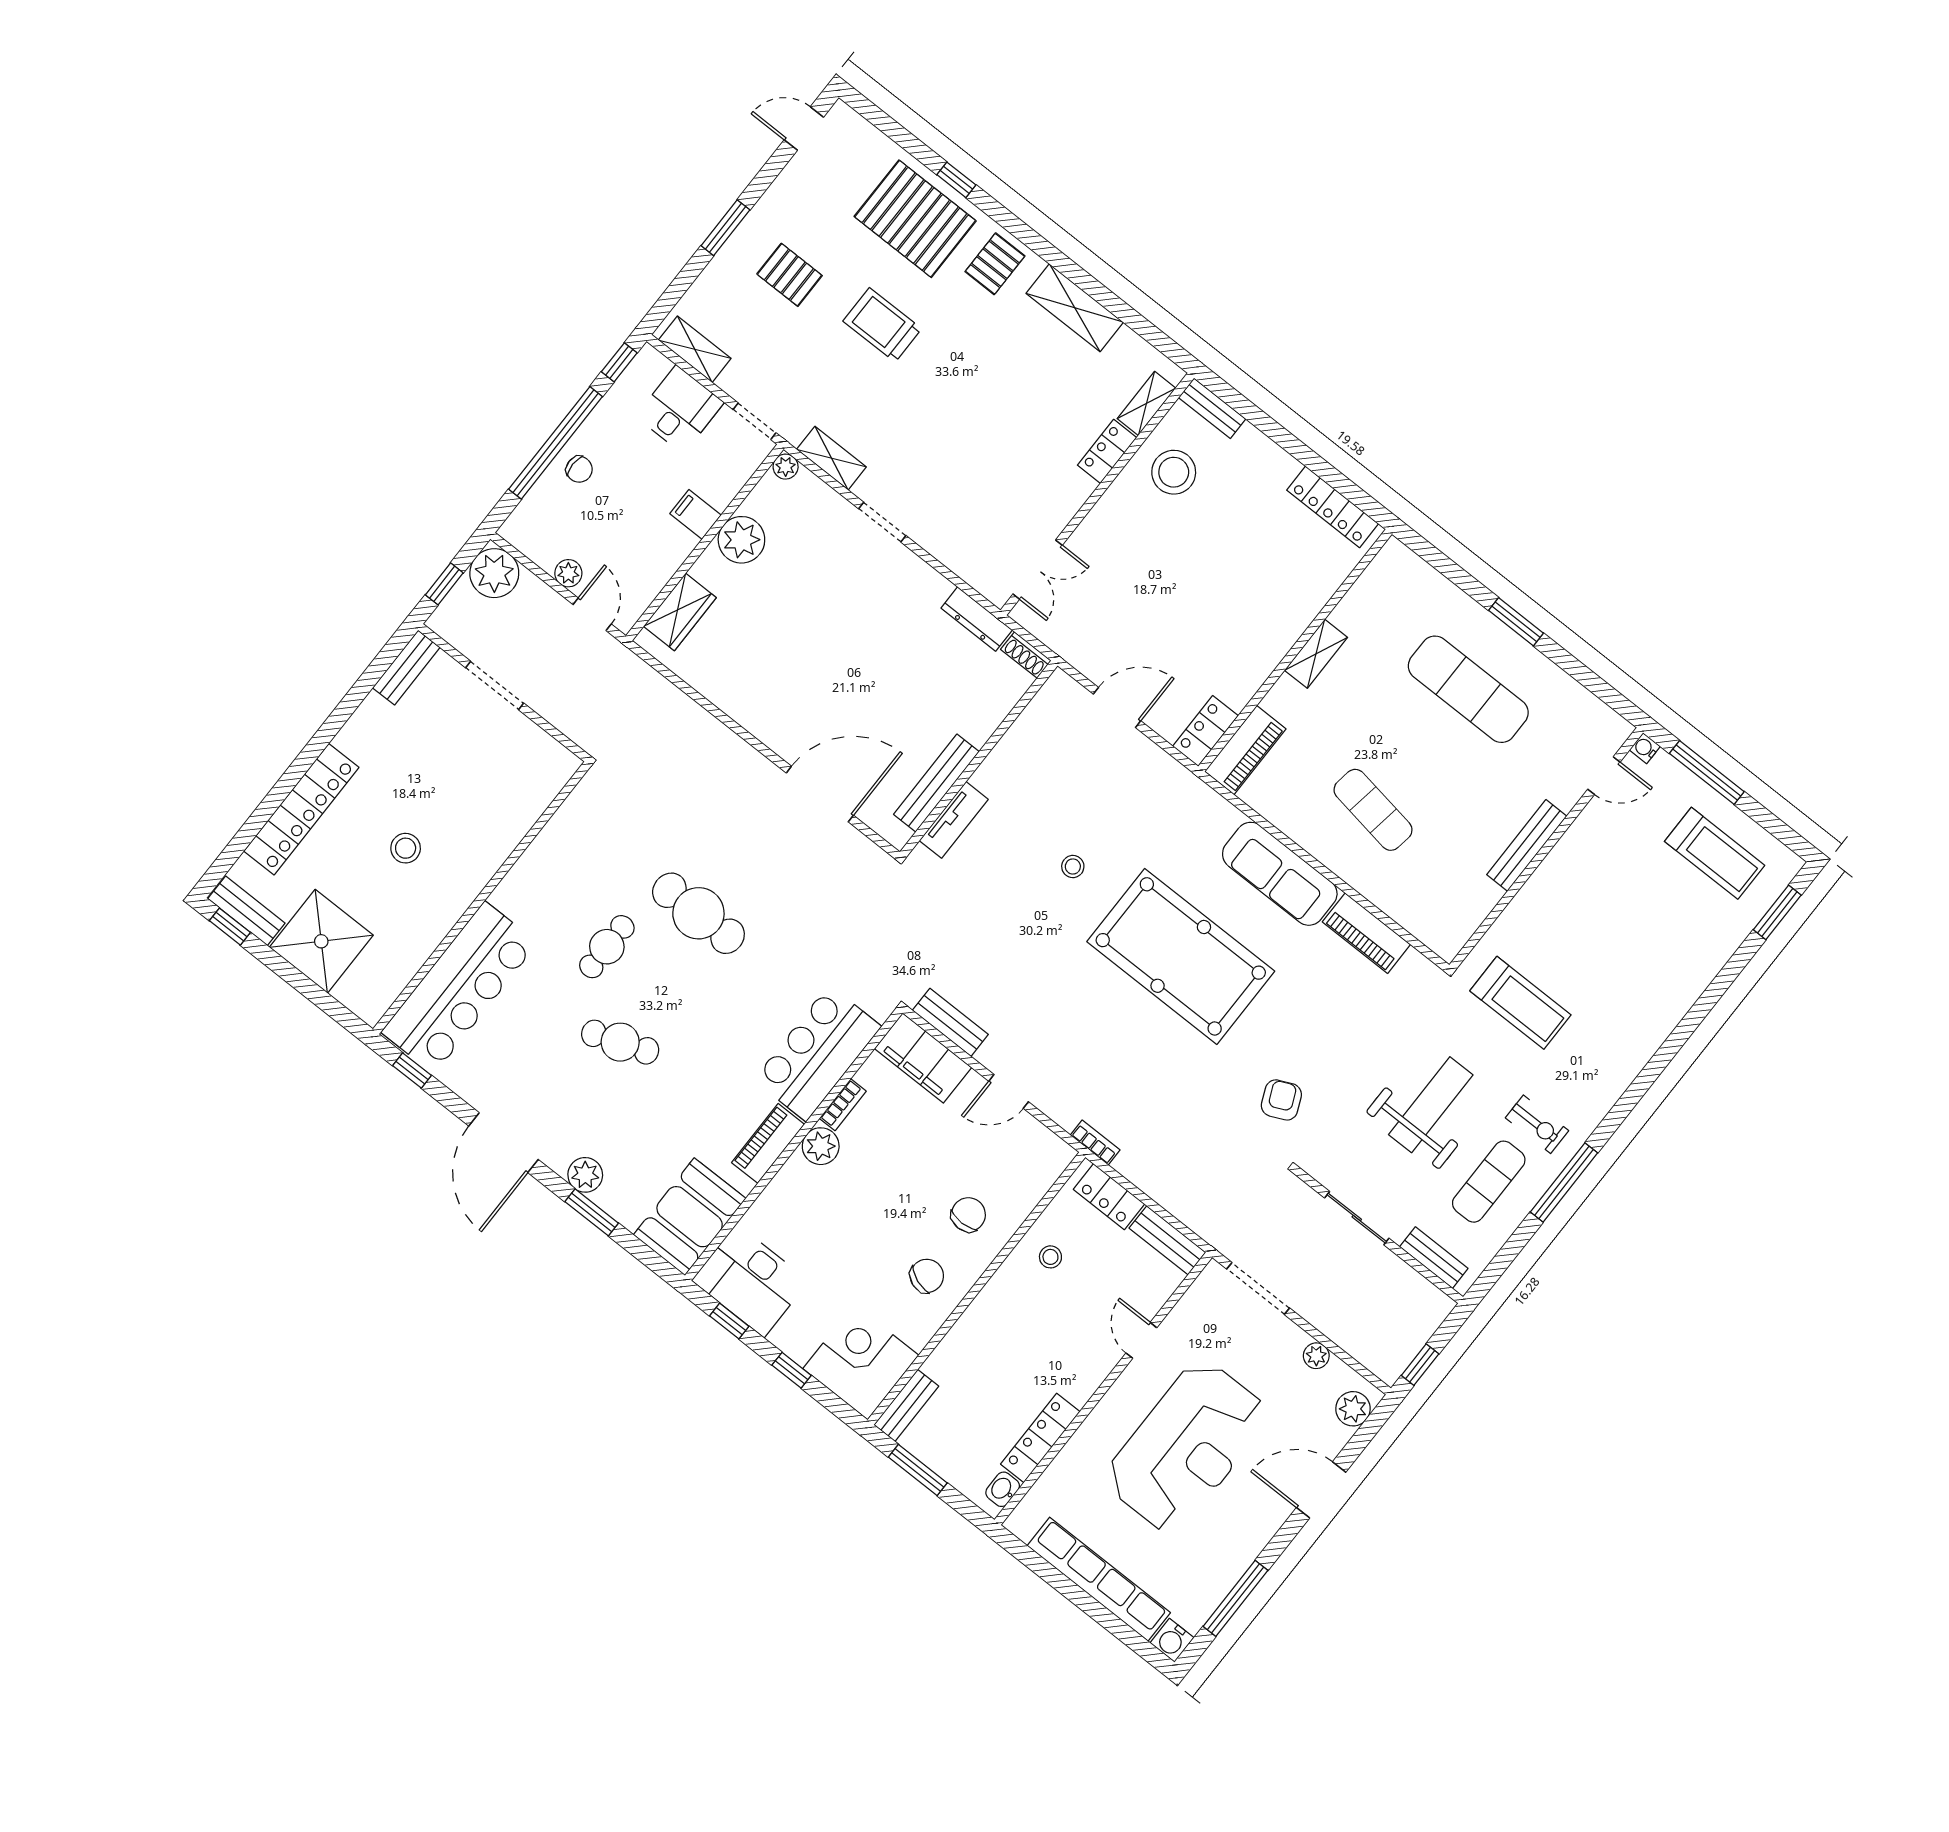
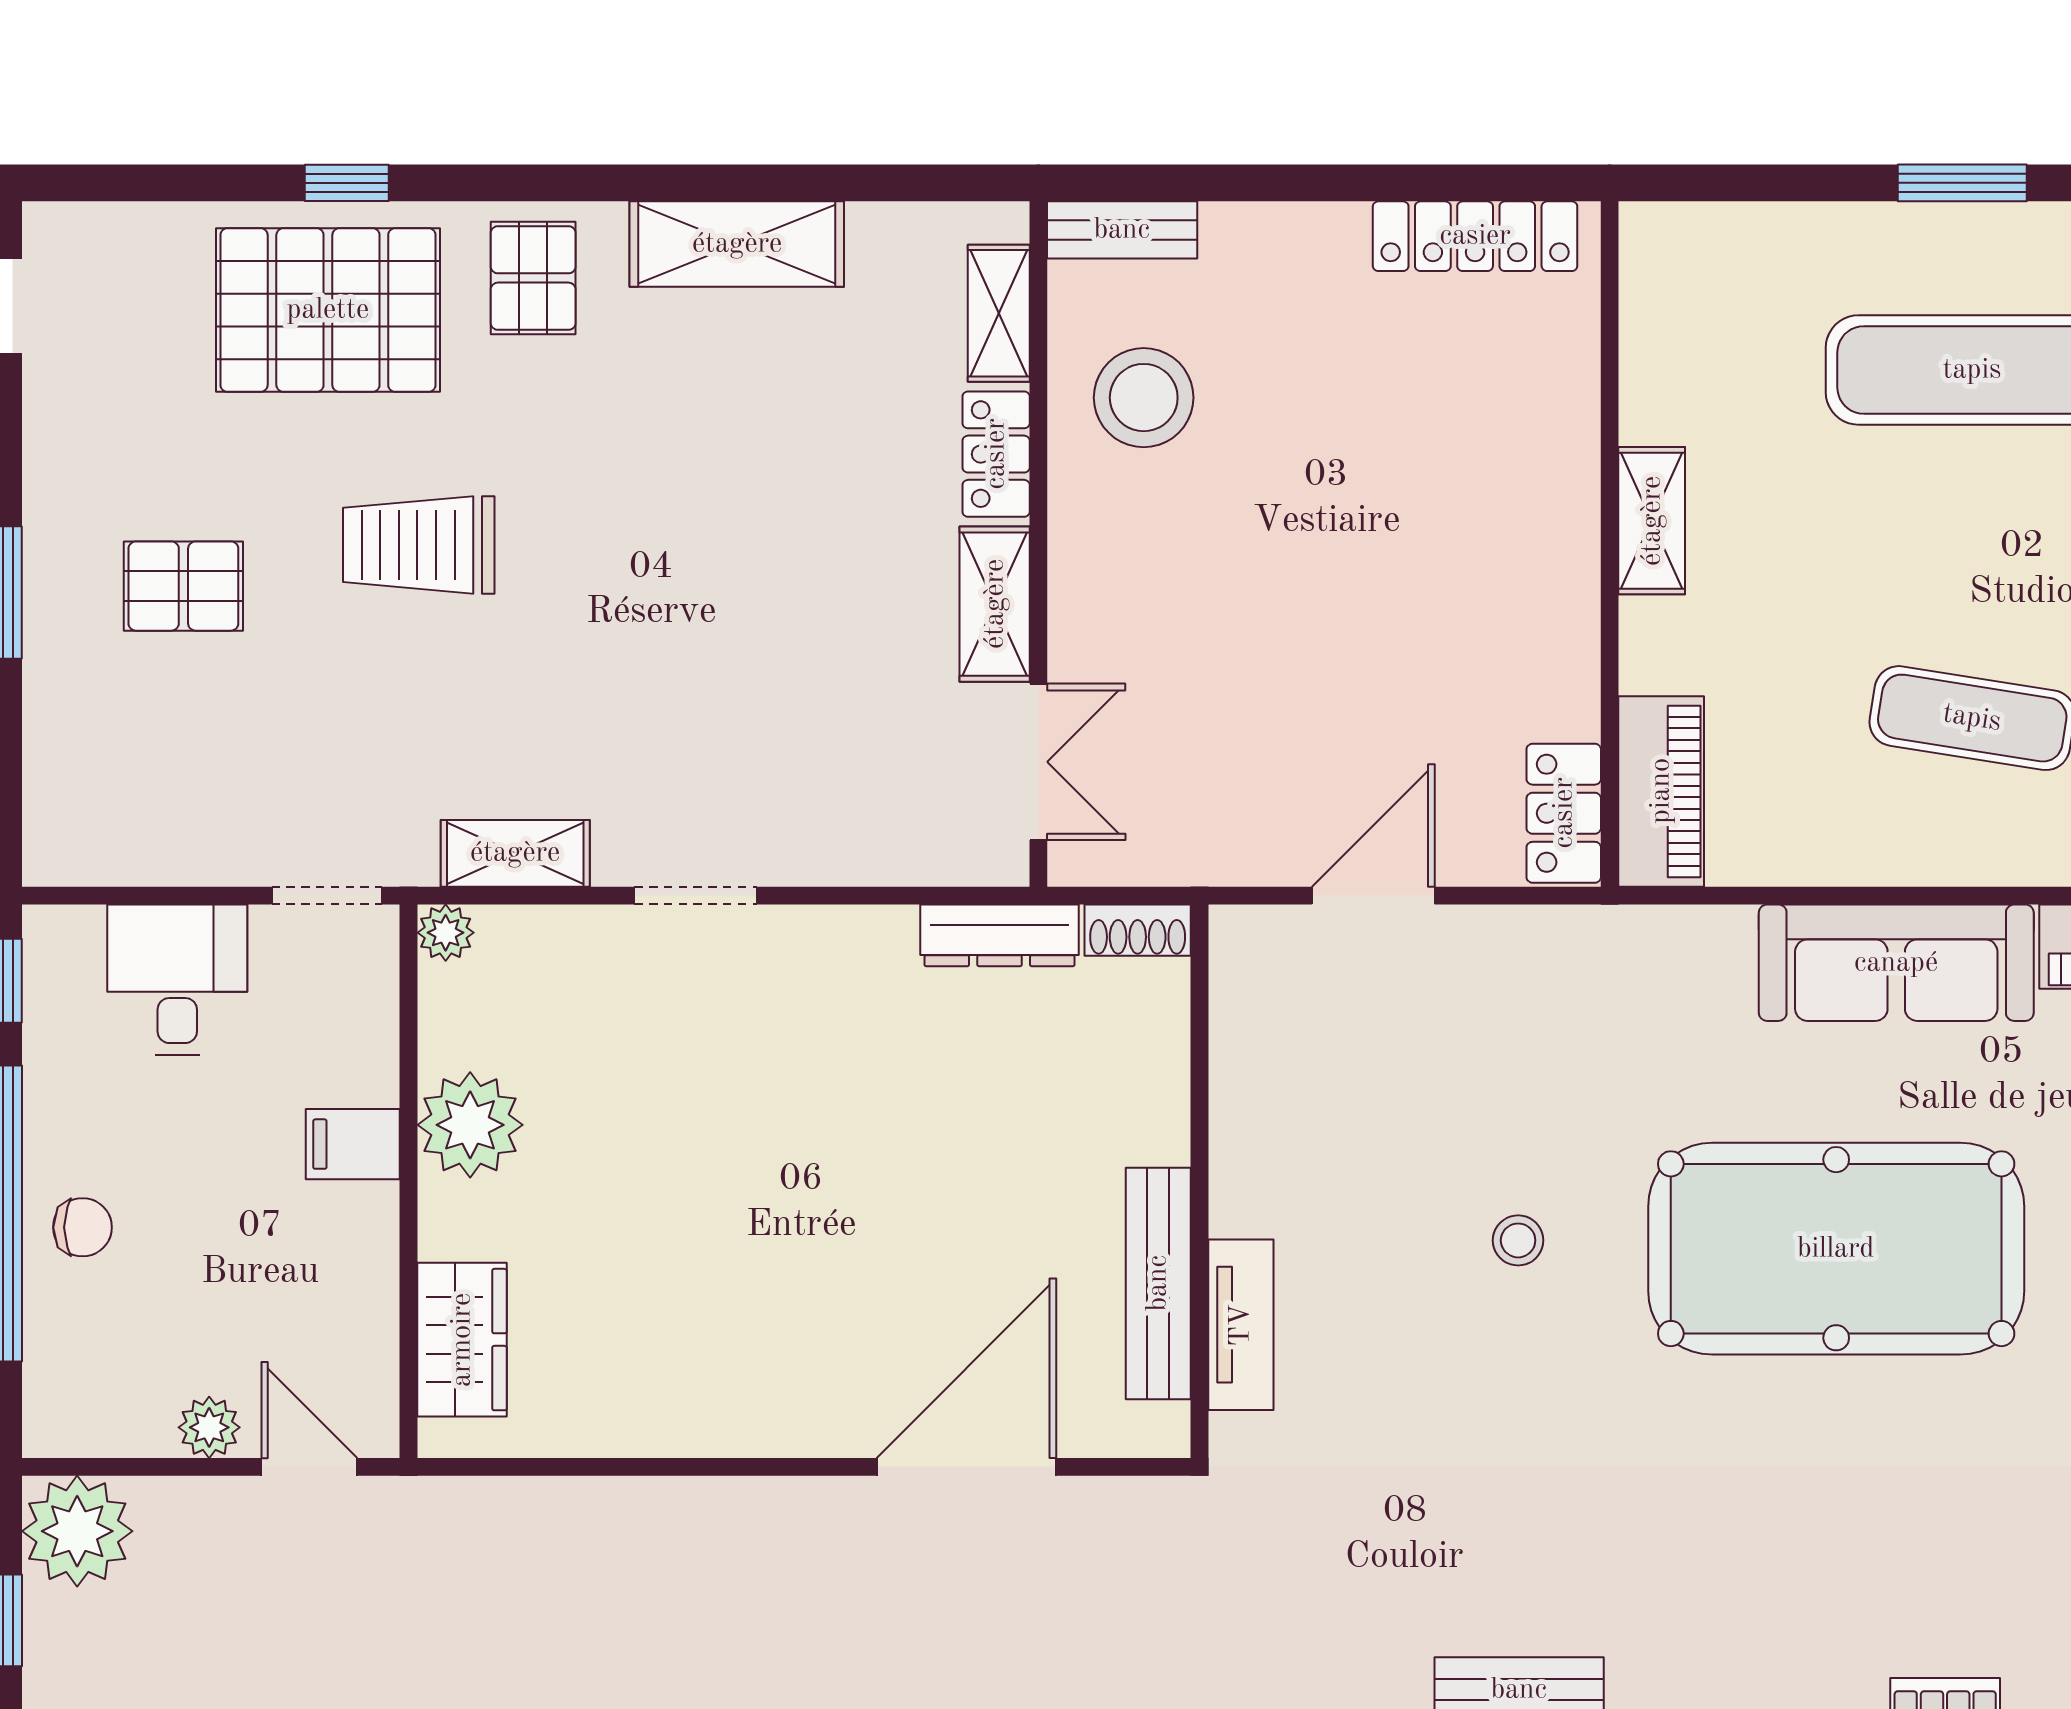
shelving: (695, 349) -> (995, 604), moved, turned 90

